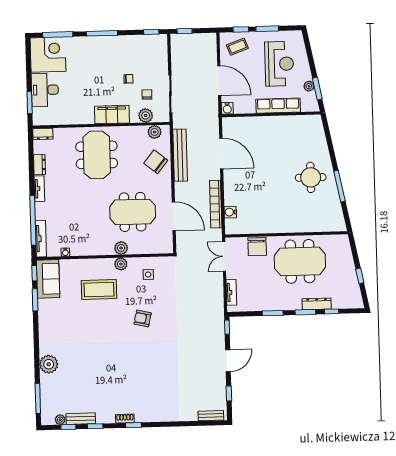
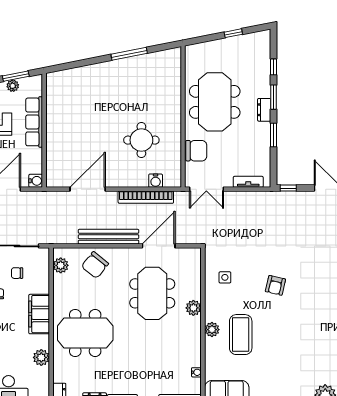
plant: (146, 115) -> (41, 357), moved
bench: (180, 155) -> (109, 237), moved
round table: (311, 177) -> (141, 140), moved
plant: (121, 264) -> (212, 330), moved
dresser: (317, 304) -> (264, 110), moved, width x0.70

